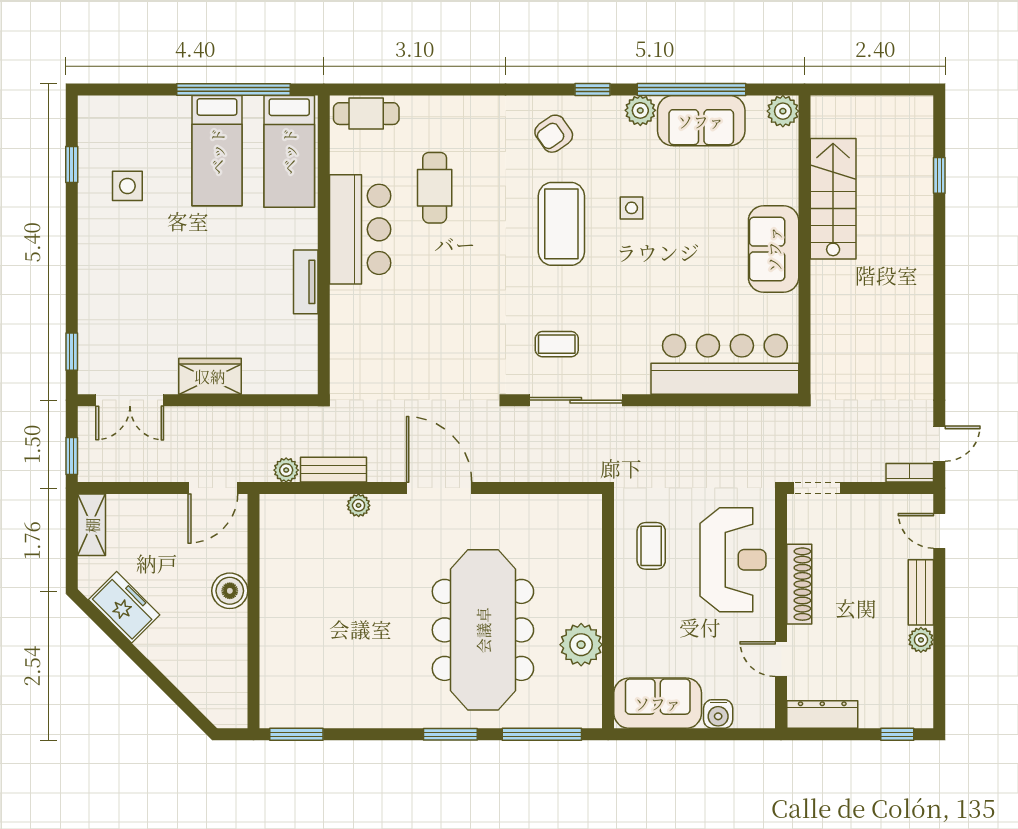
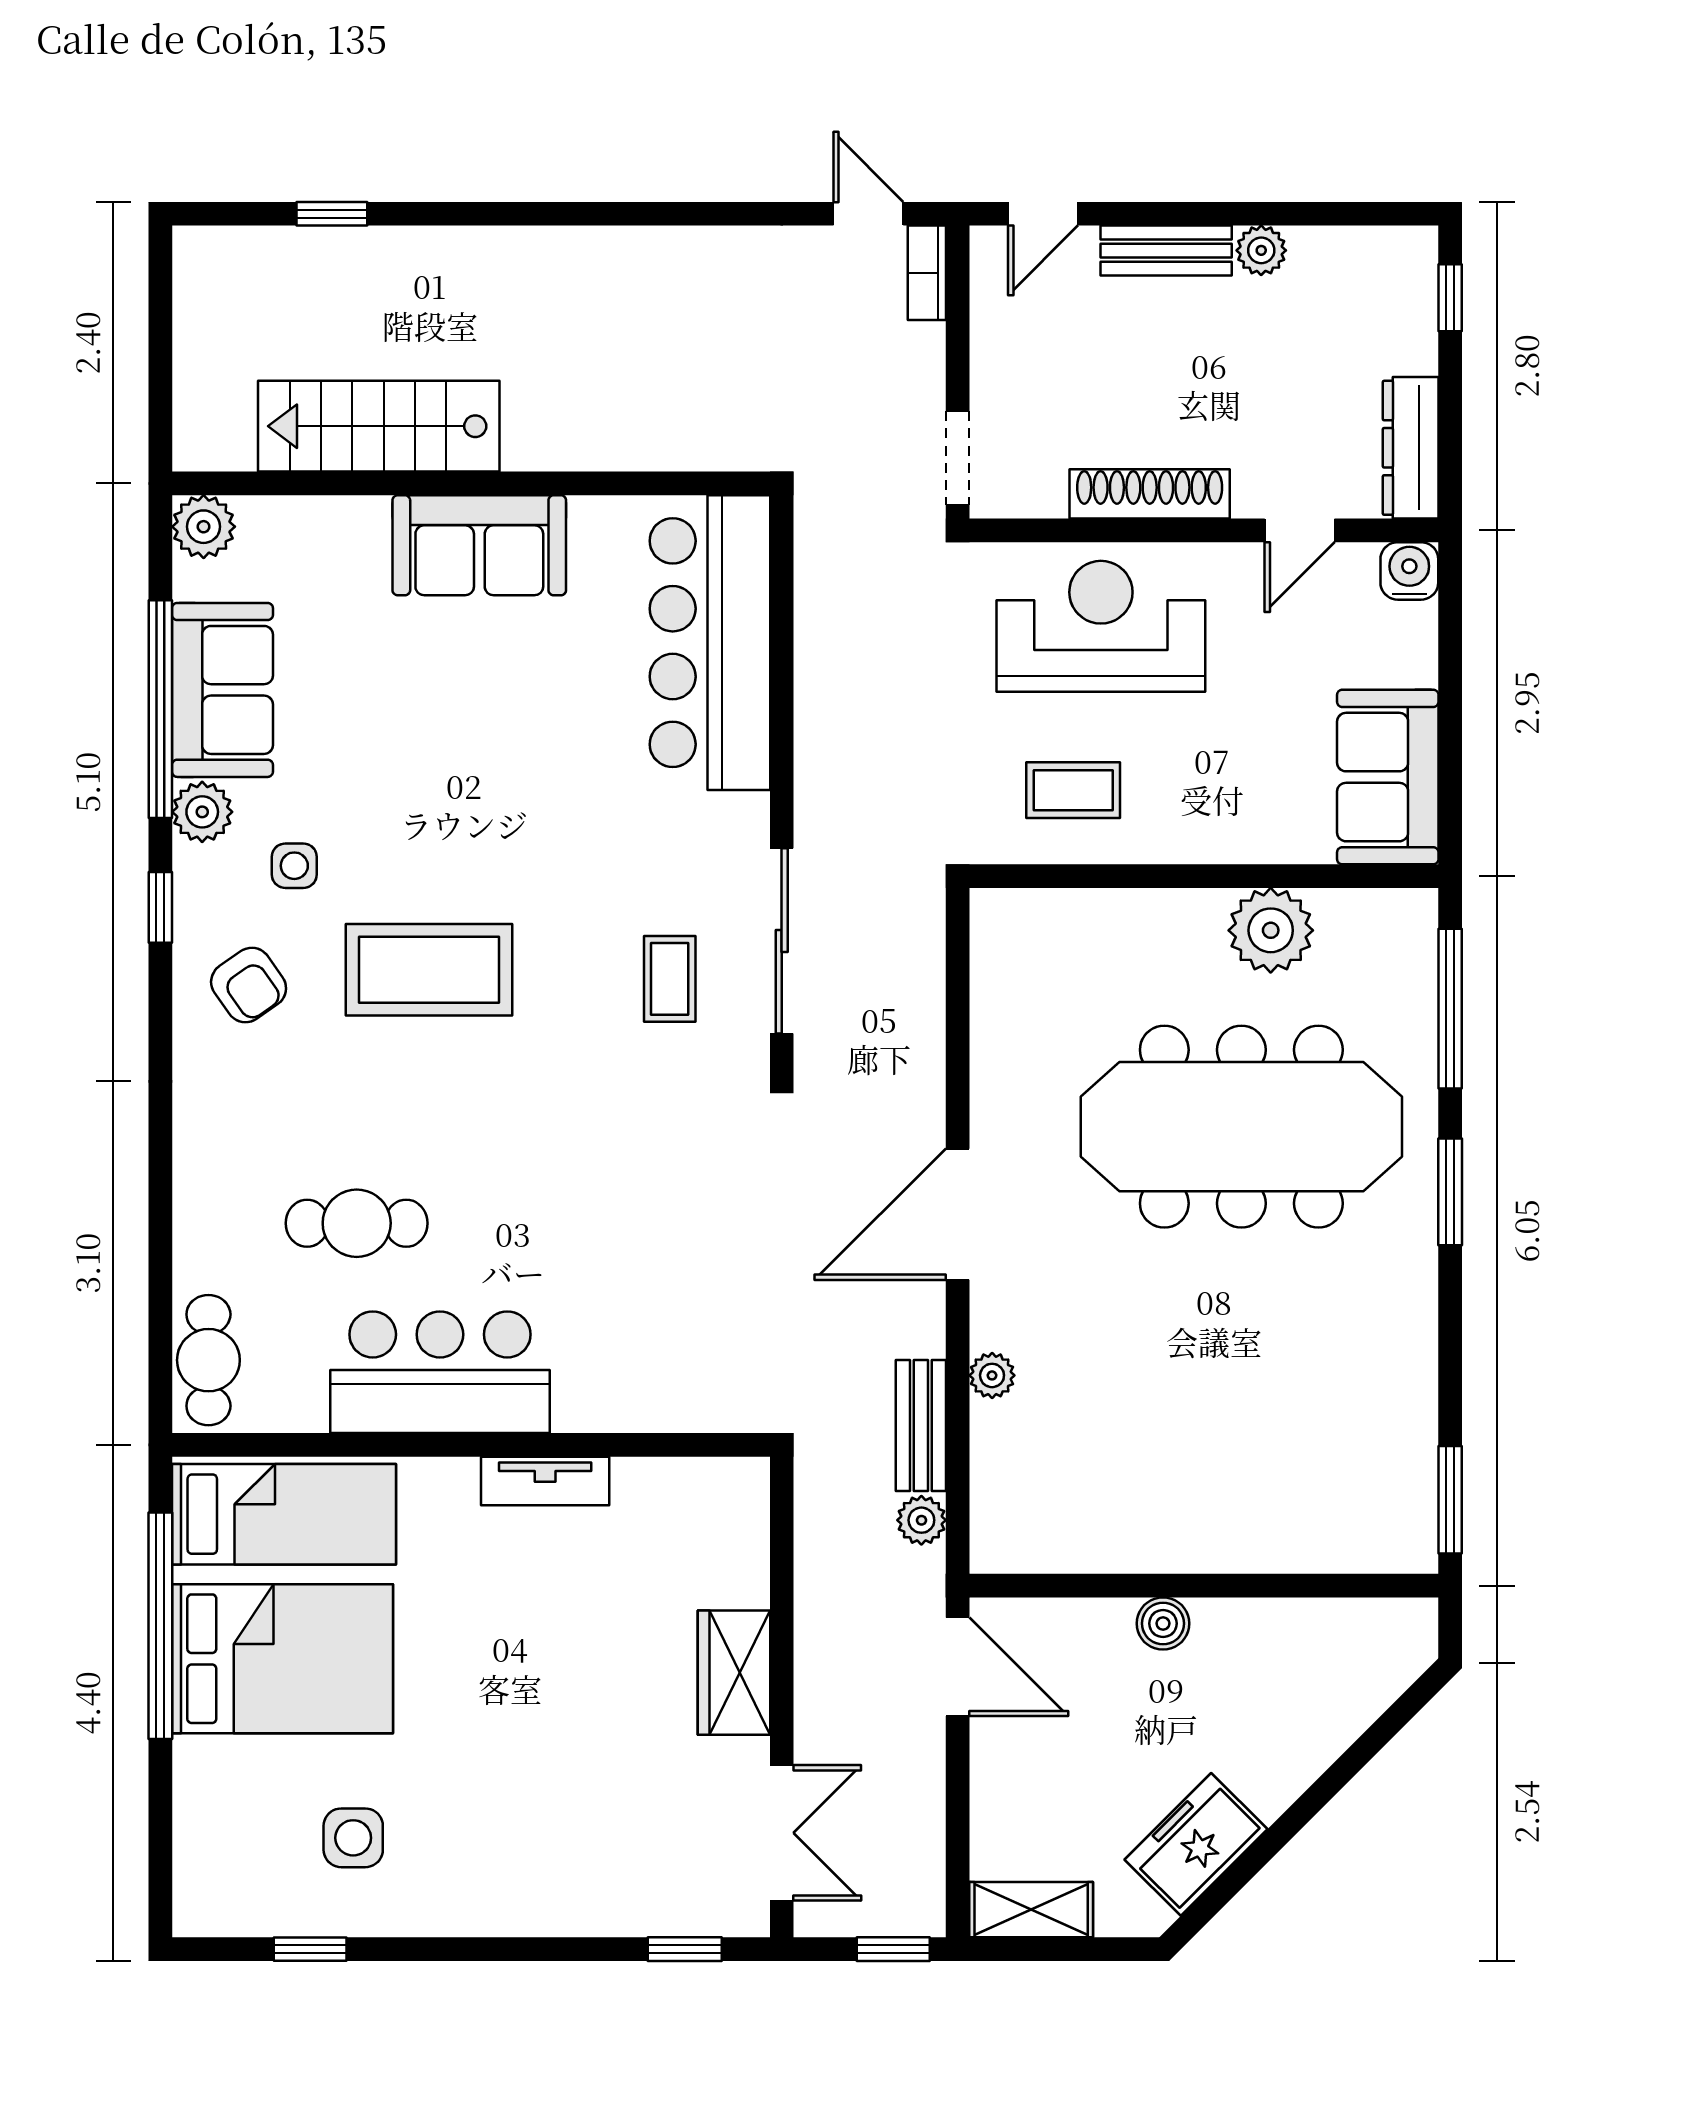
bed: (217, 151) -> (282, 1659), width x1.50
side table: (632, 208) -> (294, 866), moved
boiler: (230, 591) -> (1163, 1623), width x0.73, depth x0.73
water cooler: (718, 714) -> (1409, 571), moved, turned -90

